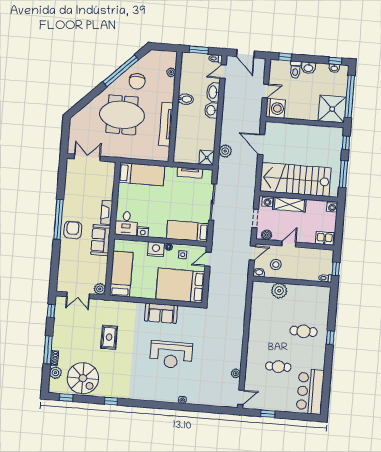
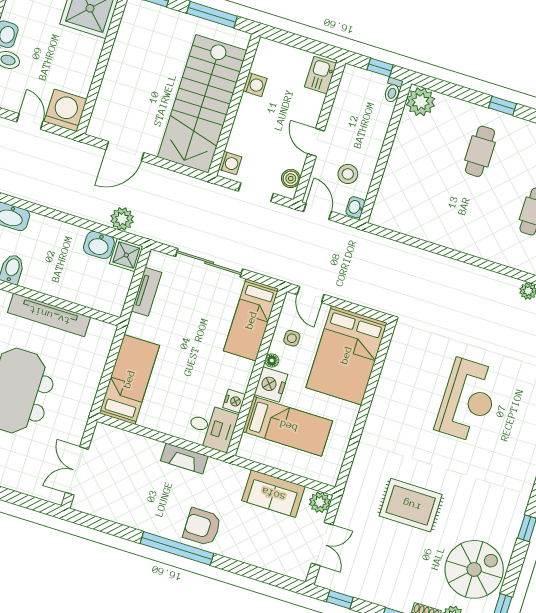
washbasin: (211, 110) -> (99, 245), moved
shelving: (289, 204) -> (245, 125), removed
washing machine: (332, 207) -> (255, 85), moved
sofa: (101, 240) -> (273, 494), moved
bed: (121, 274) -> (288, 426), moved, turned 180
plant: (279, 291) -> (421, 102), moved
sofa: (161, 313) -> (389, 401), removed
rug: (109, 337) -> (411, 505), width x1.36, depth x1.43

